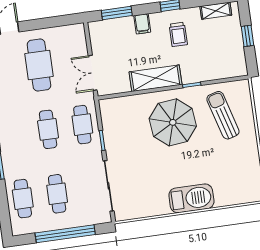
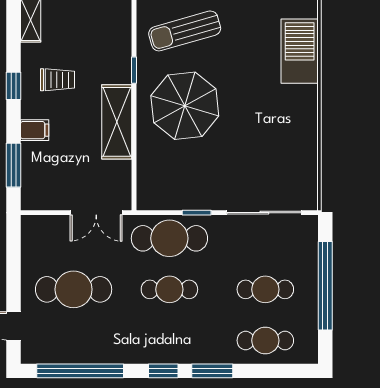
cafe table: (82, 125) -> (169, 238), width x1.37, depth x1.35
barbecue: (191, 198) -> (300, 51), moved

